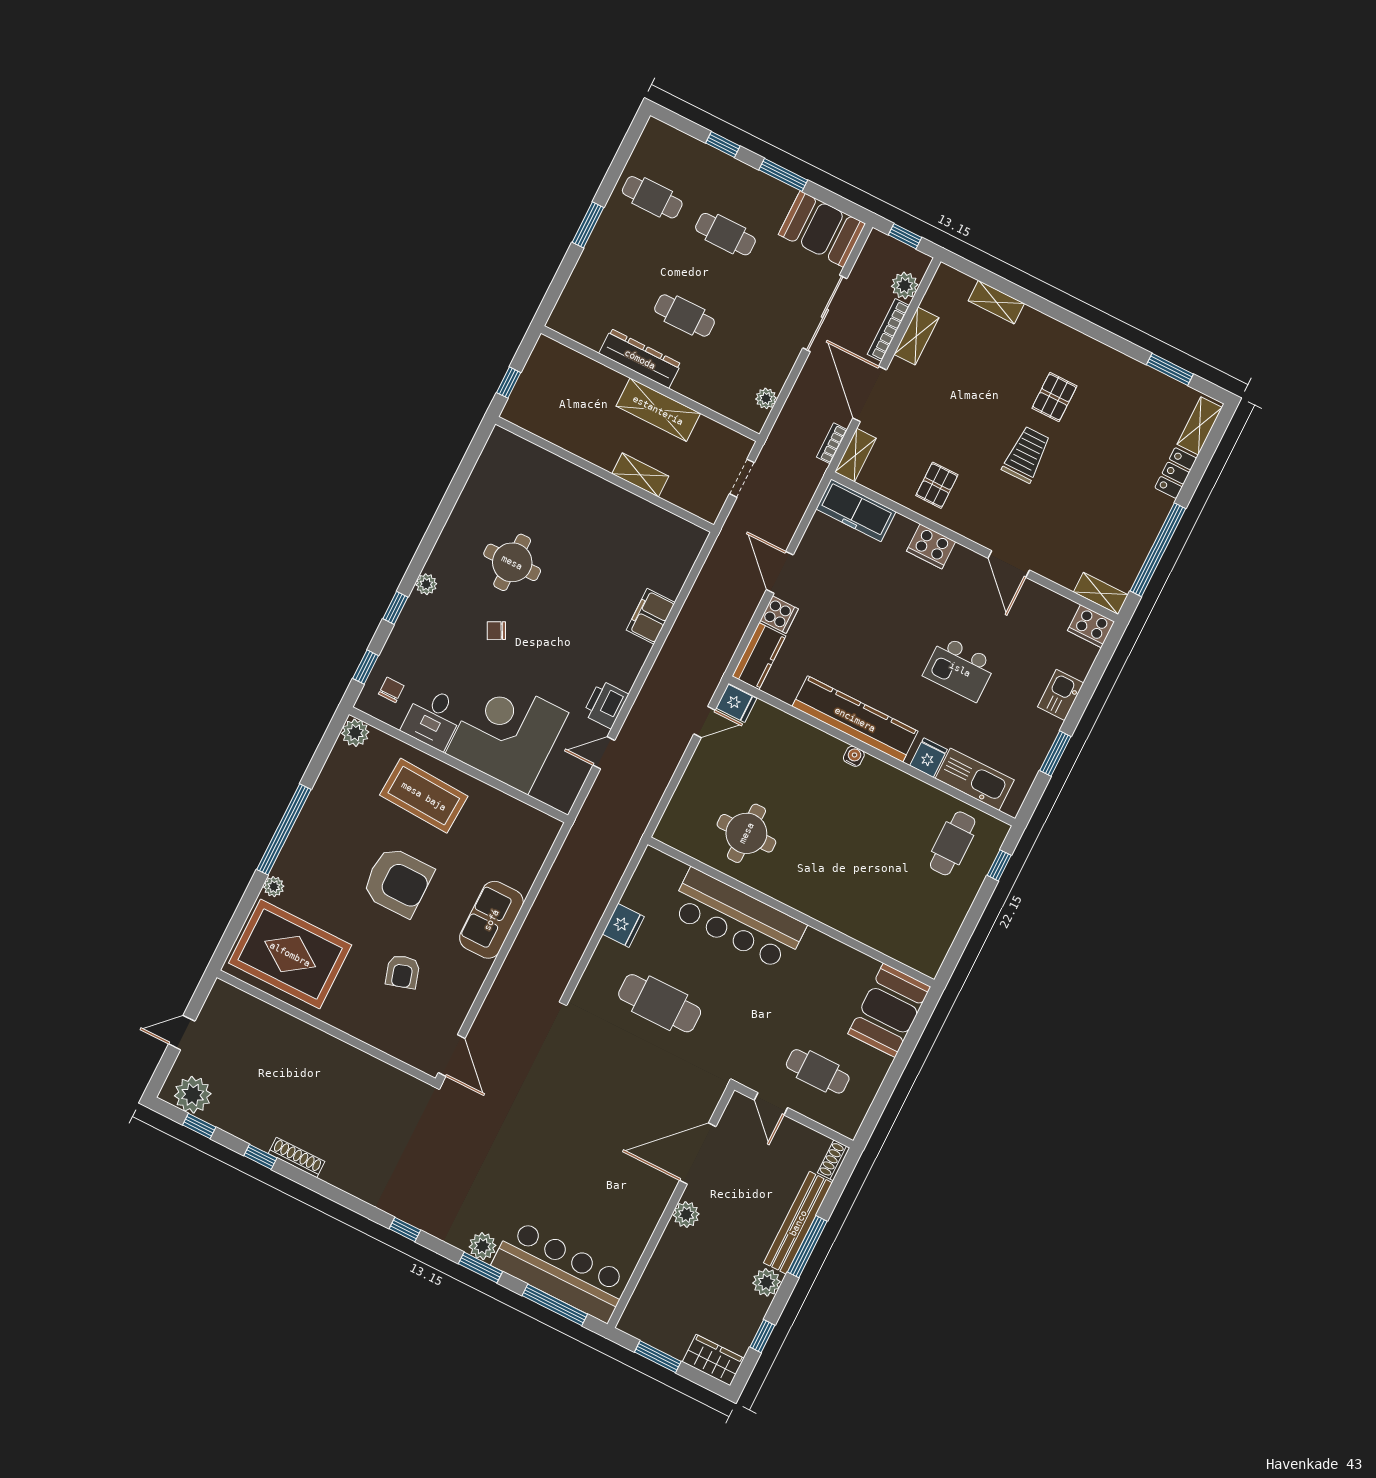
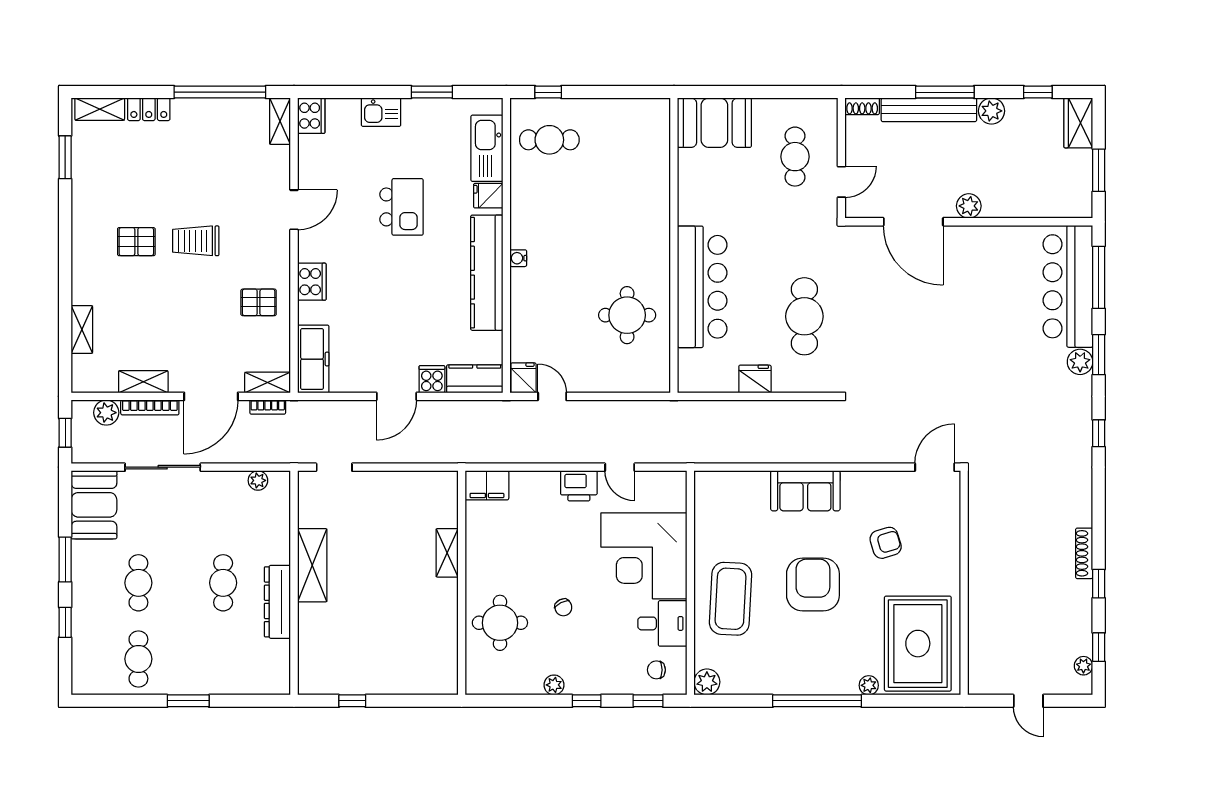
wall: (605, 474) -> (462, 583), moved
shelving: (640, 475) -> (447, 553), moved
plant: (193, 1095) -> (1083, 666), width x0.53, depth x0.53

